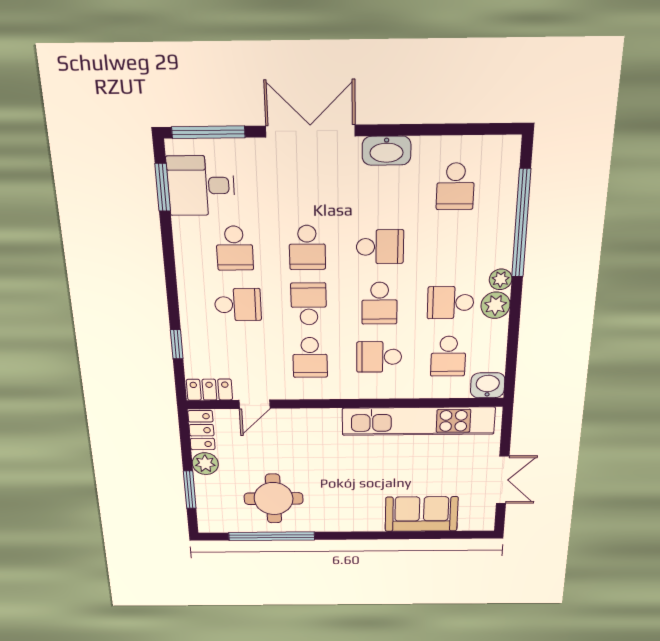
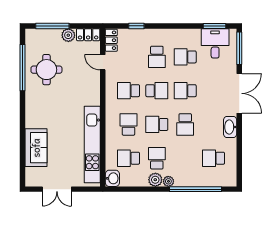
window: (190, 490) -> (52, 26), width x1.44

